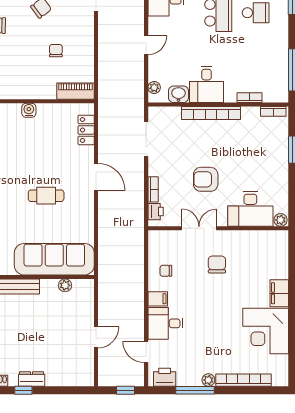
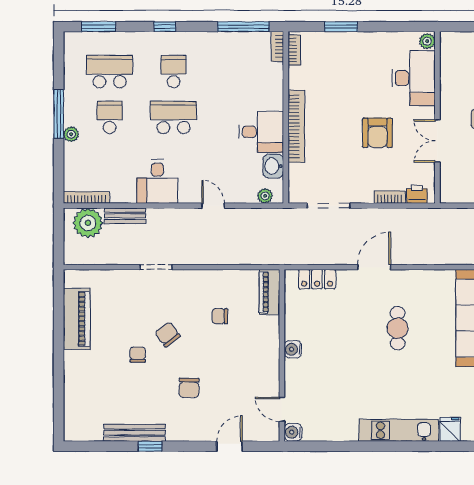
bookcase: (249, 98) -> (277, 46), moved

